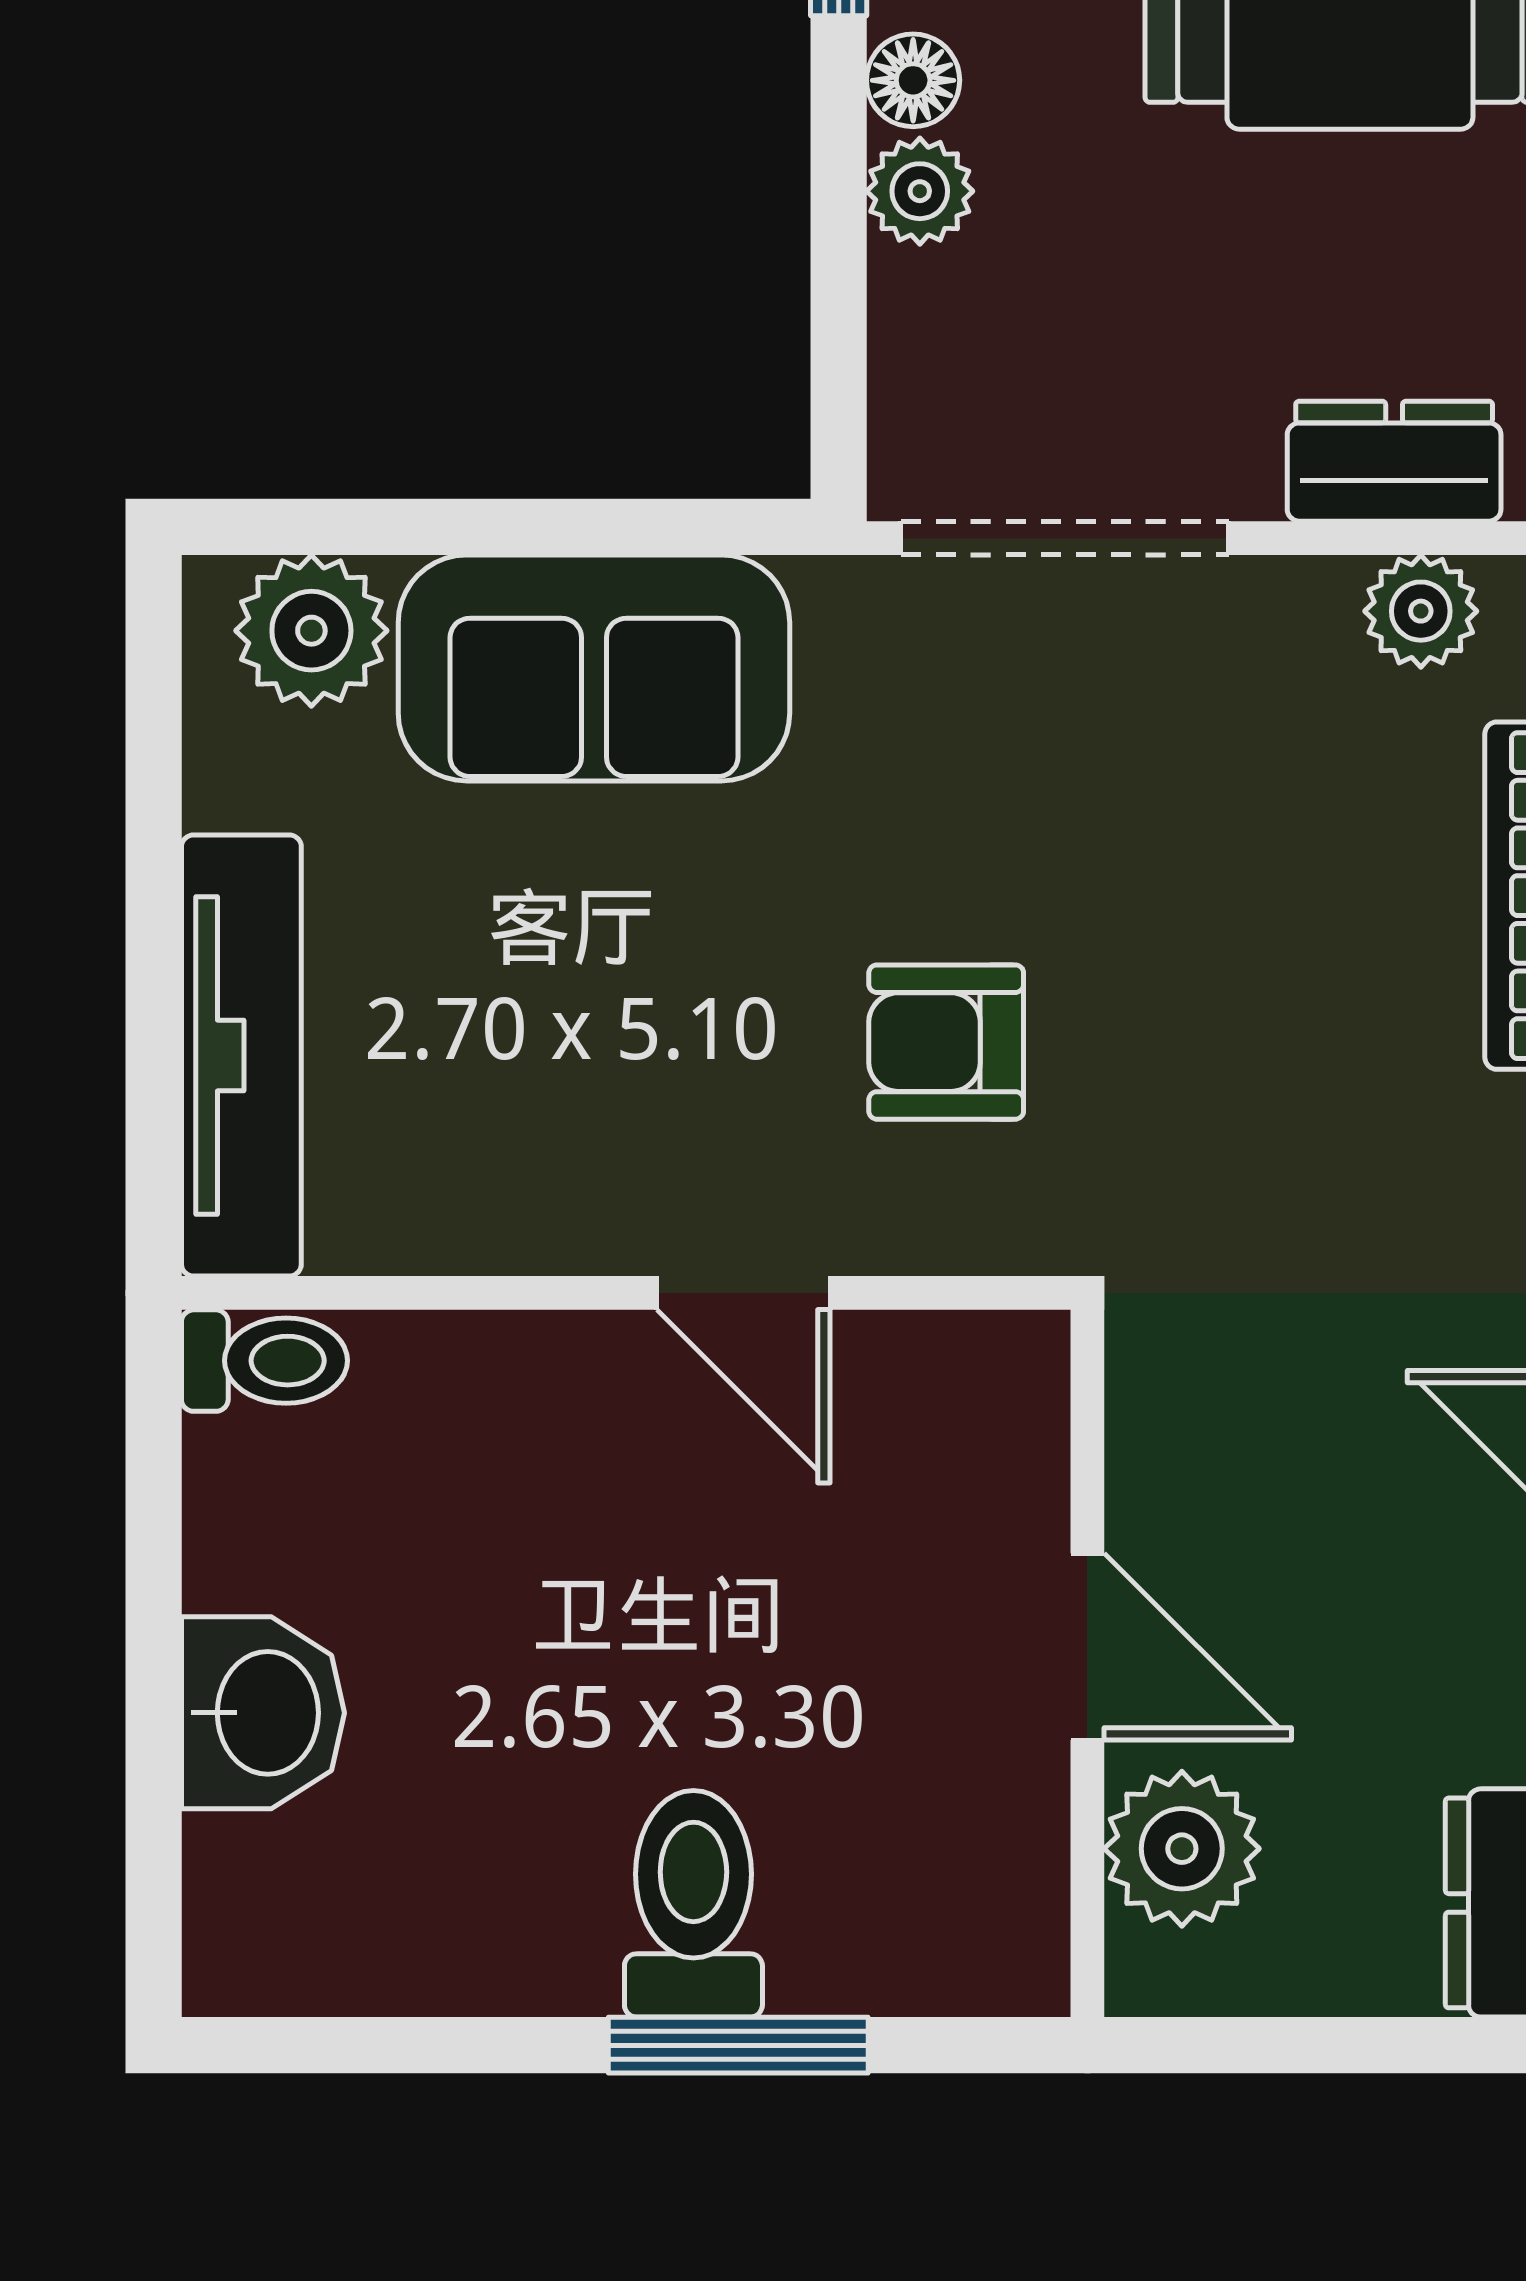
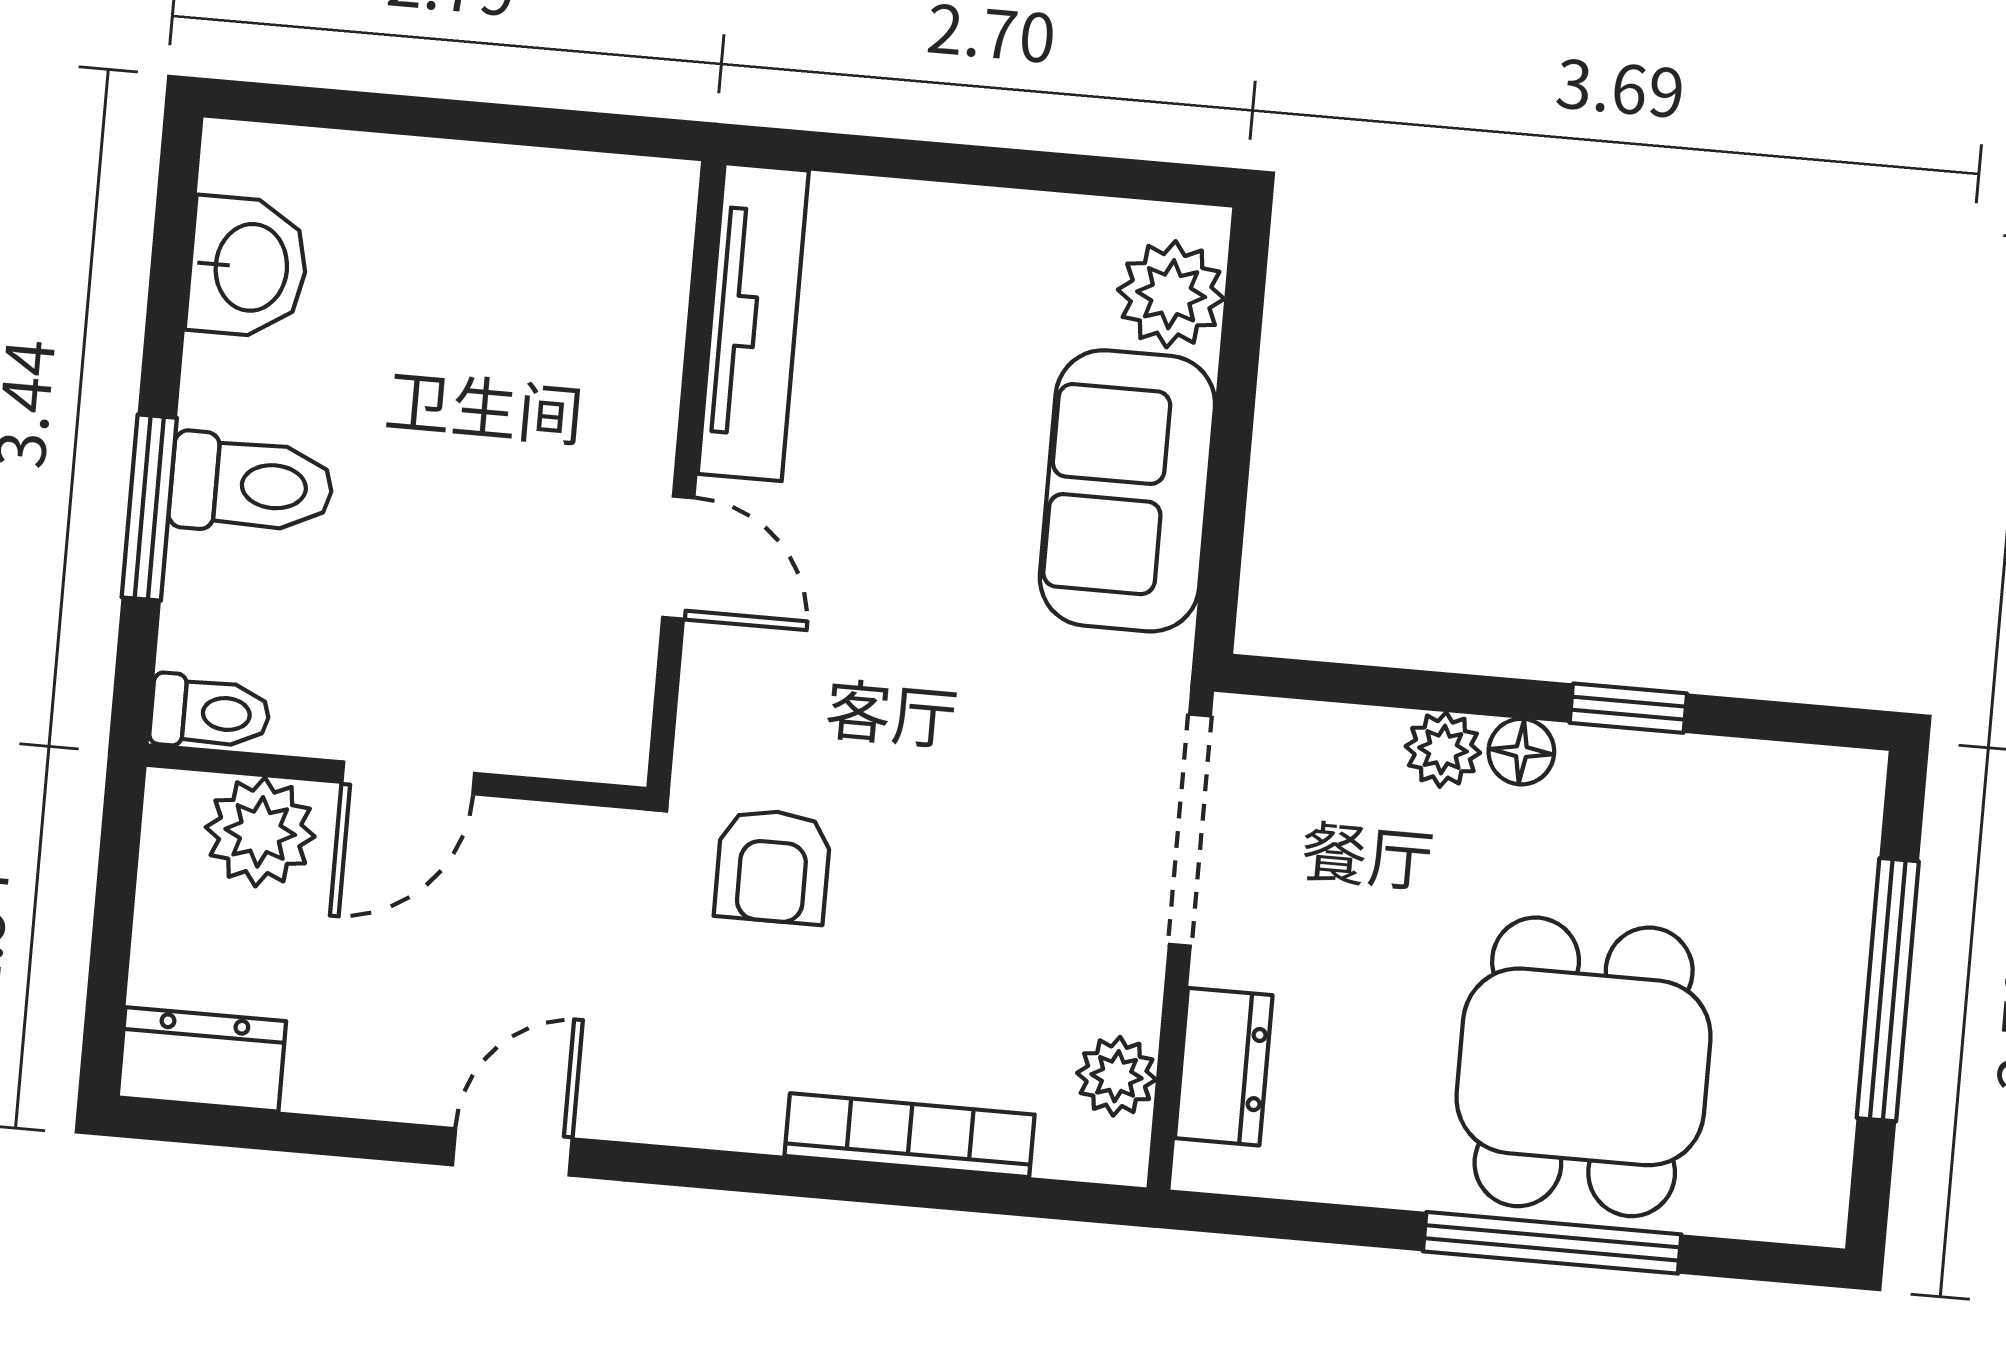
armchair: (946, 1042) -> (773, 866), moved, turned 180
tv unit: (241, 1055) -> (753, 322), moved, turned -90
door: (744, 1293) -> (678, 558), swing flipped
toilet: (264, 1361) -> (210, 713), moved, turned -90
washbasin: (263, 1713) -> (248, 267), moved, turned -90

